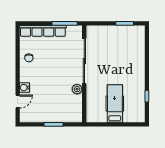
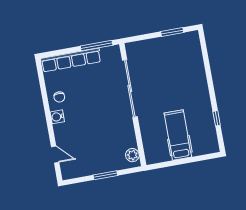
water cooler: (25, 88) -> (57, 117), moved
plant: (77, 89) -> (132, 155), moved
door: (18, 102) -> (55, 155), hinge flipped

